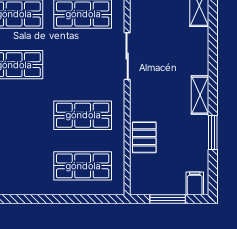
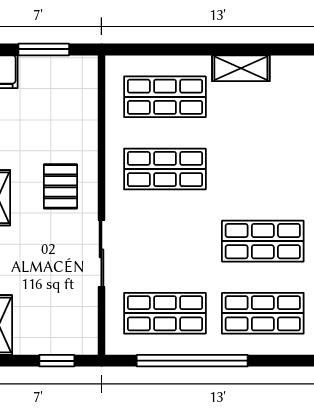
pallet: (144, 137) -> (60, 186), moved
shelving: (29, 186) -> (241, 68), added

